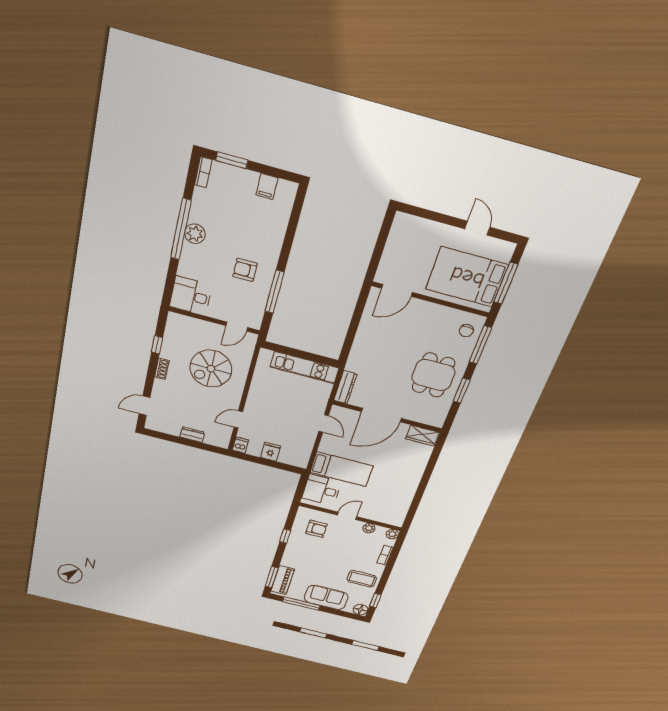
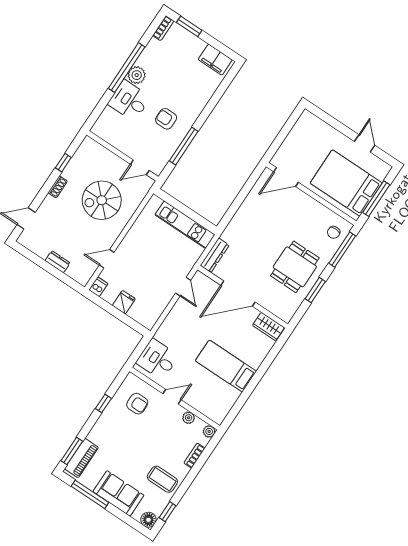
filing cabinet: (267, 186) -> (215, 60), width x2.00
desk: (191, 296) -> (129, 101), moved
bed: (341, 469) -> (226, 366), moved, turned 180

